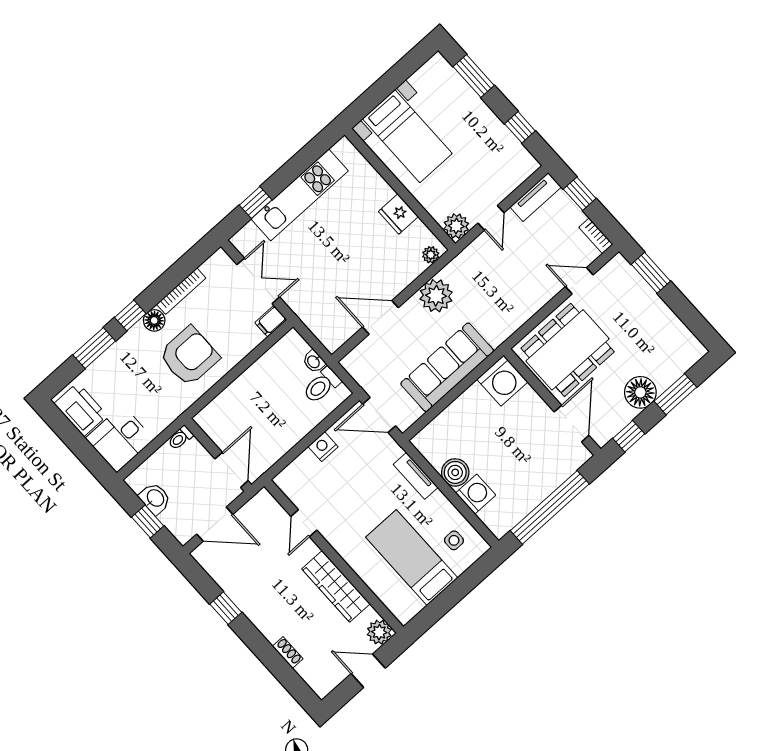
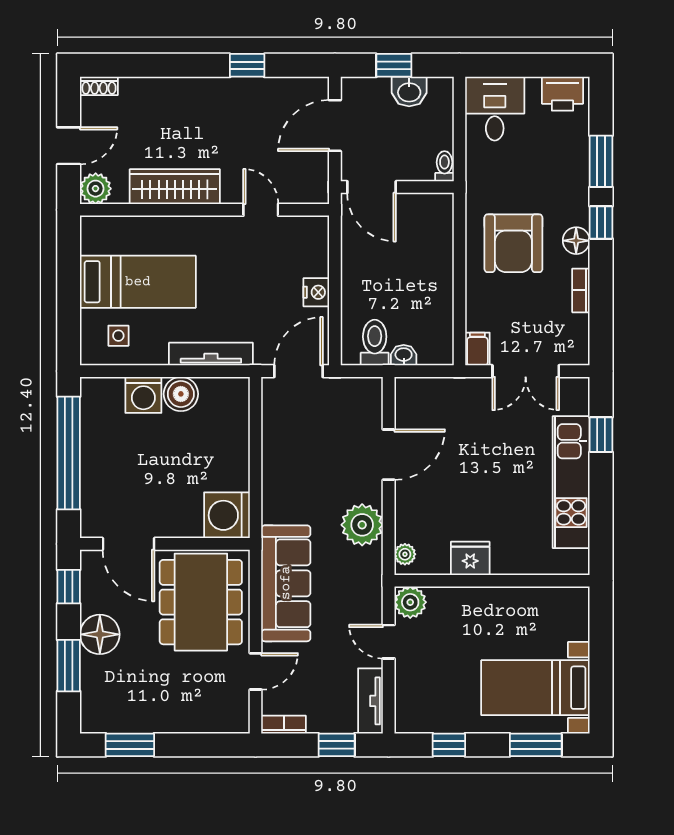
bed with nightstands: (407, 136) -> (535, 688), moved
window: (651, 273) -> (130, 745), moved
bookcase: (181, 291) -> (581, 290), width x0.64
sofa: (447, 367) -> (286, 583), moved
printer: (81, 410) -> (562, 94), width x0.73, depth x0.84
tv unit: (416, 476) -> (211, 354), width x1.41
shoe rack: (288, 652) -> (99, 86), moved

